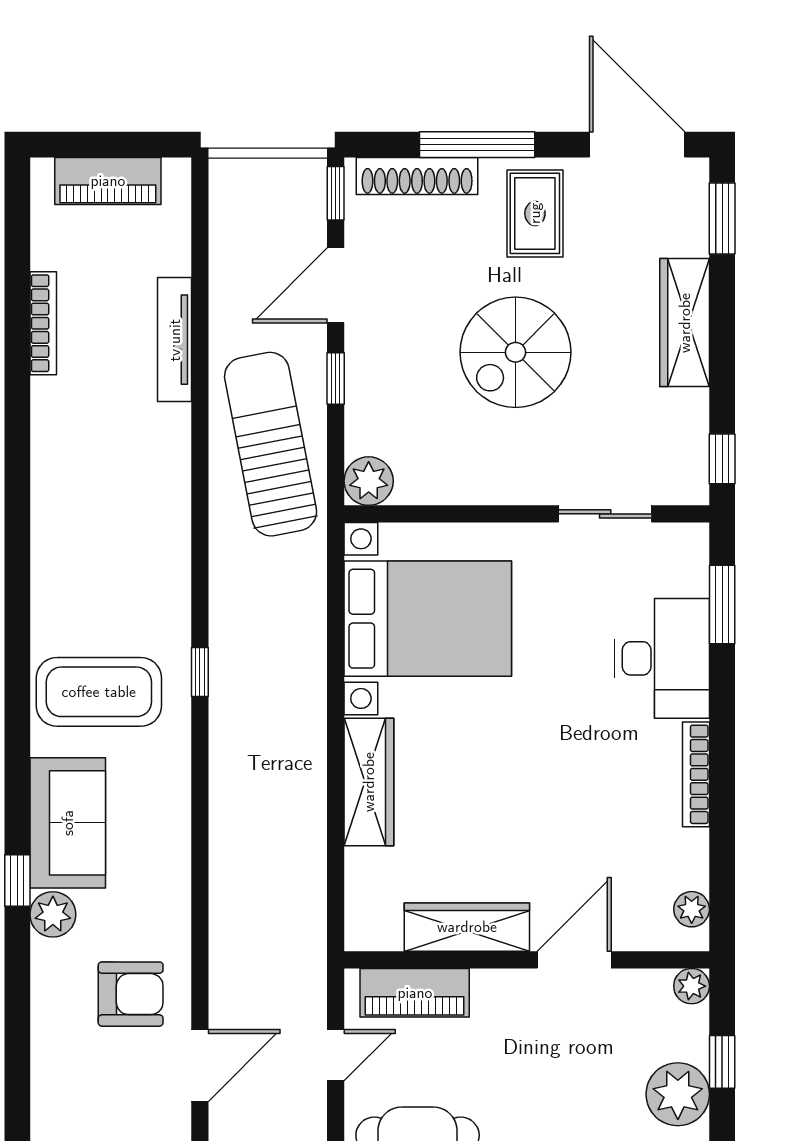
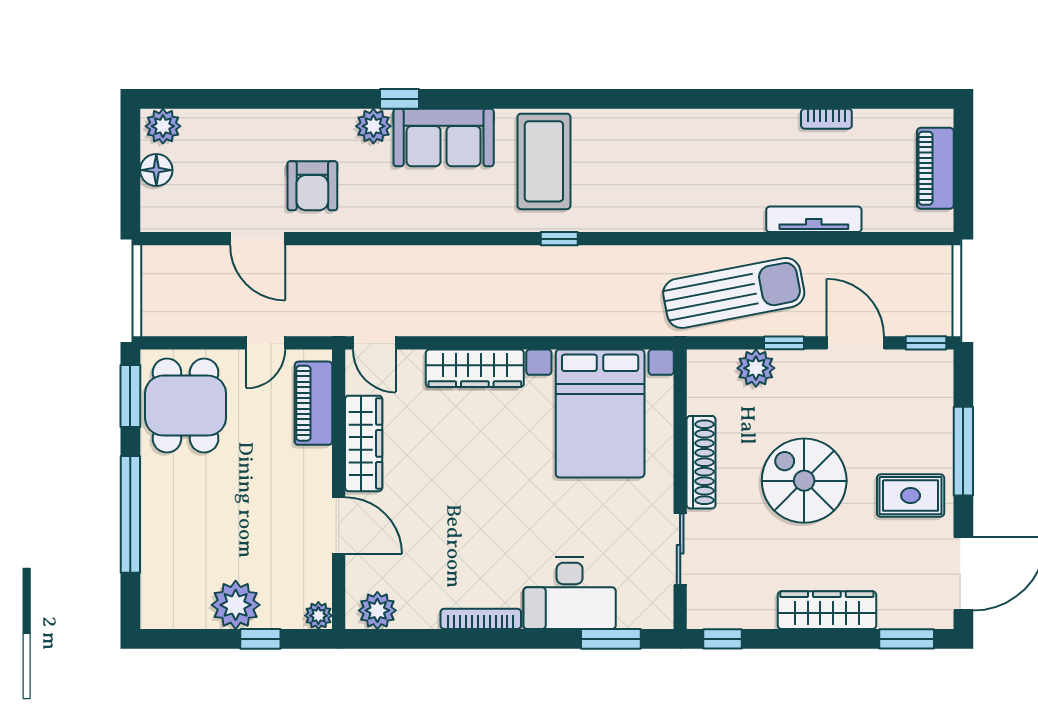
shoe rack: (417, 176) -> (701, 462), moved, turned 180
bookcase: (43, 323) -> (826, 119), width x0.64
plant: (369, 481) -> (756, 368), moved
plant: (692, 909) -> (377, 610), width x1.38, depth x1.38
door: (336, 913) -> (374, 343), added
door: (336, 1055) -> (266, 343), hinge flipped

